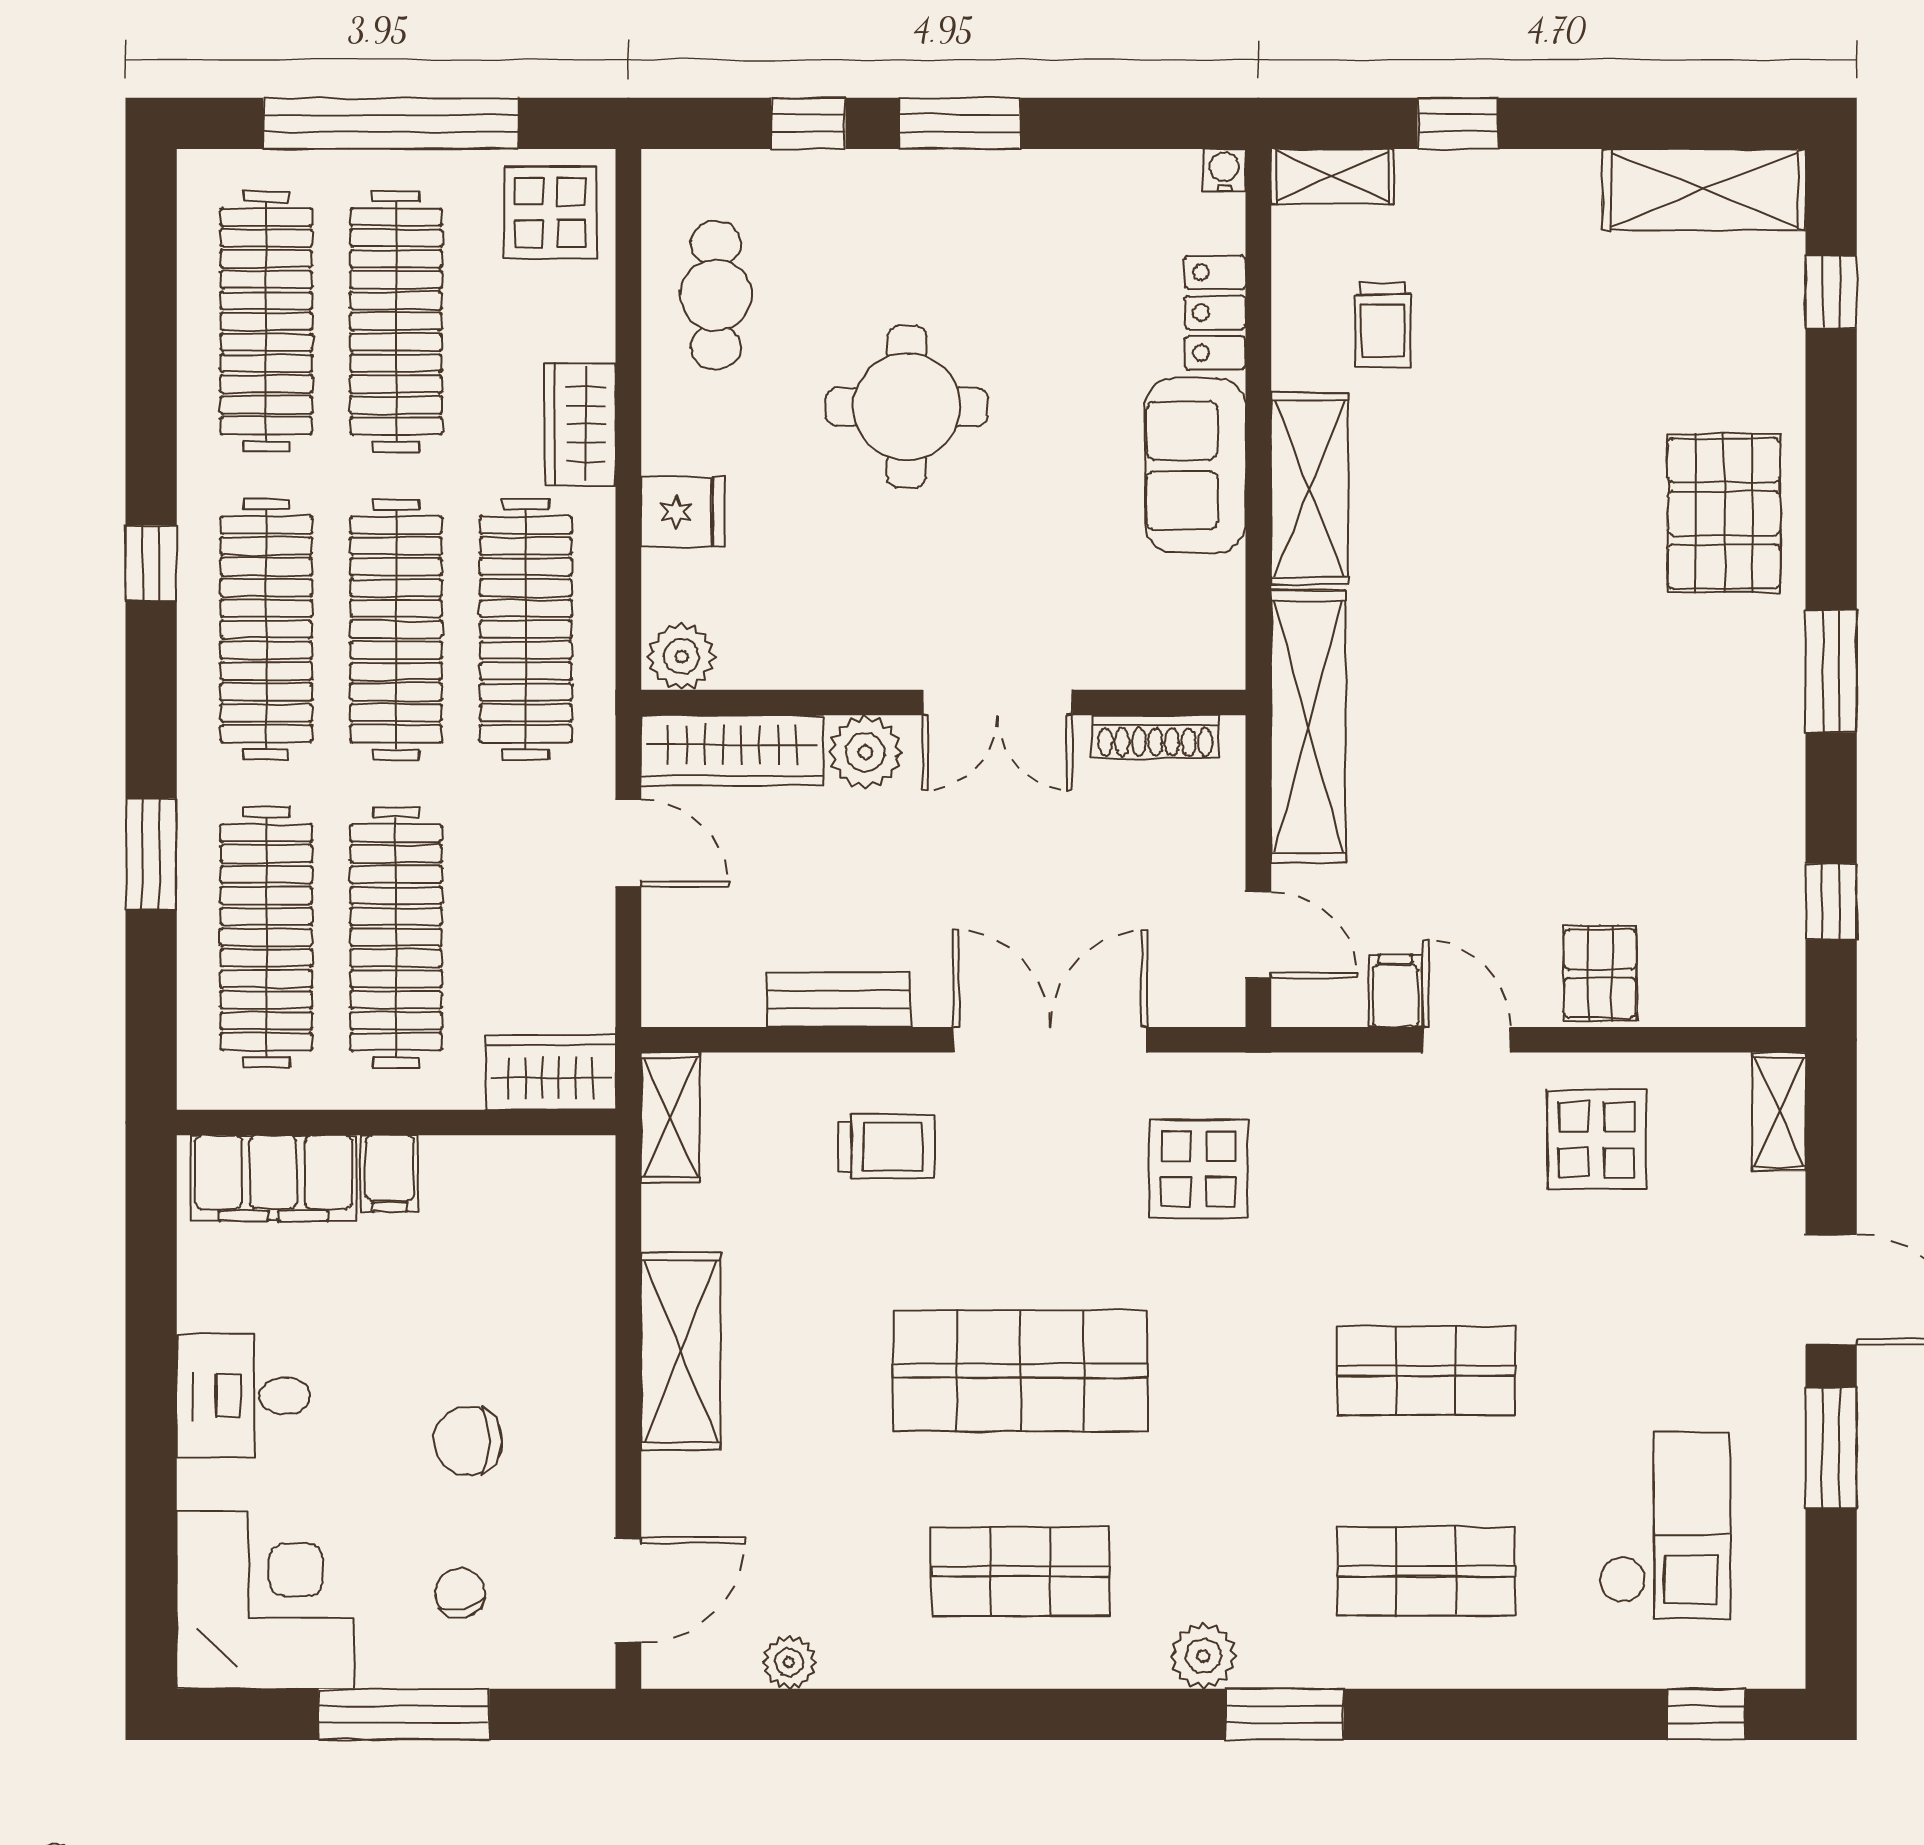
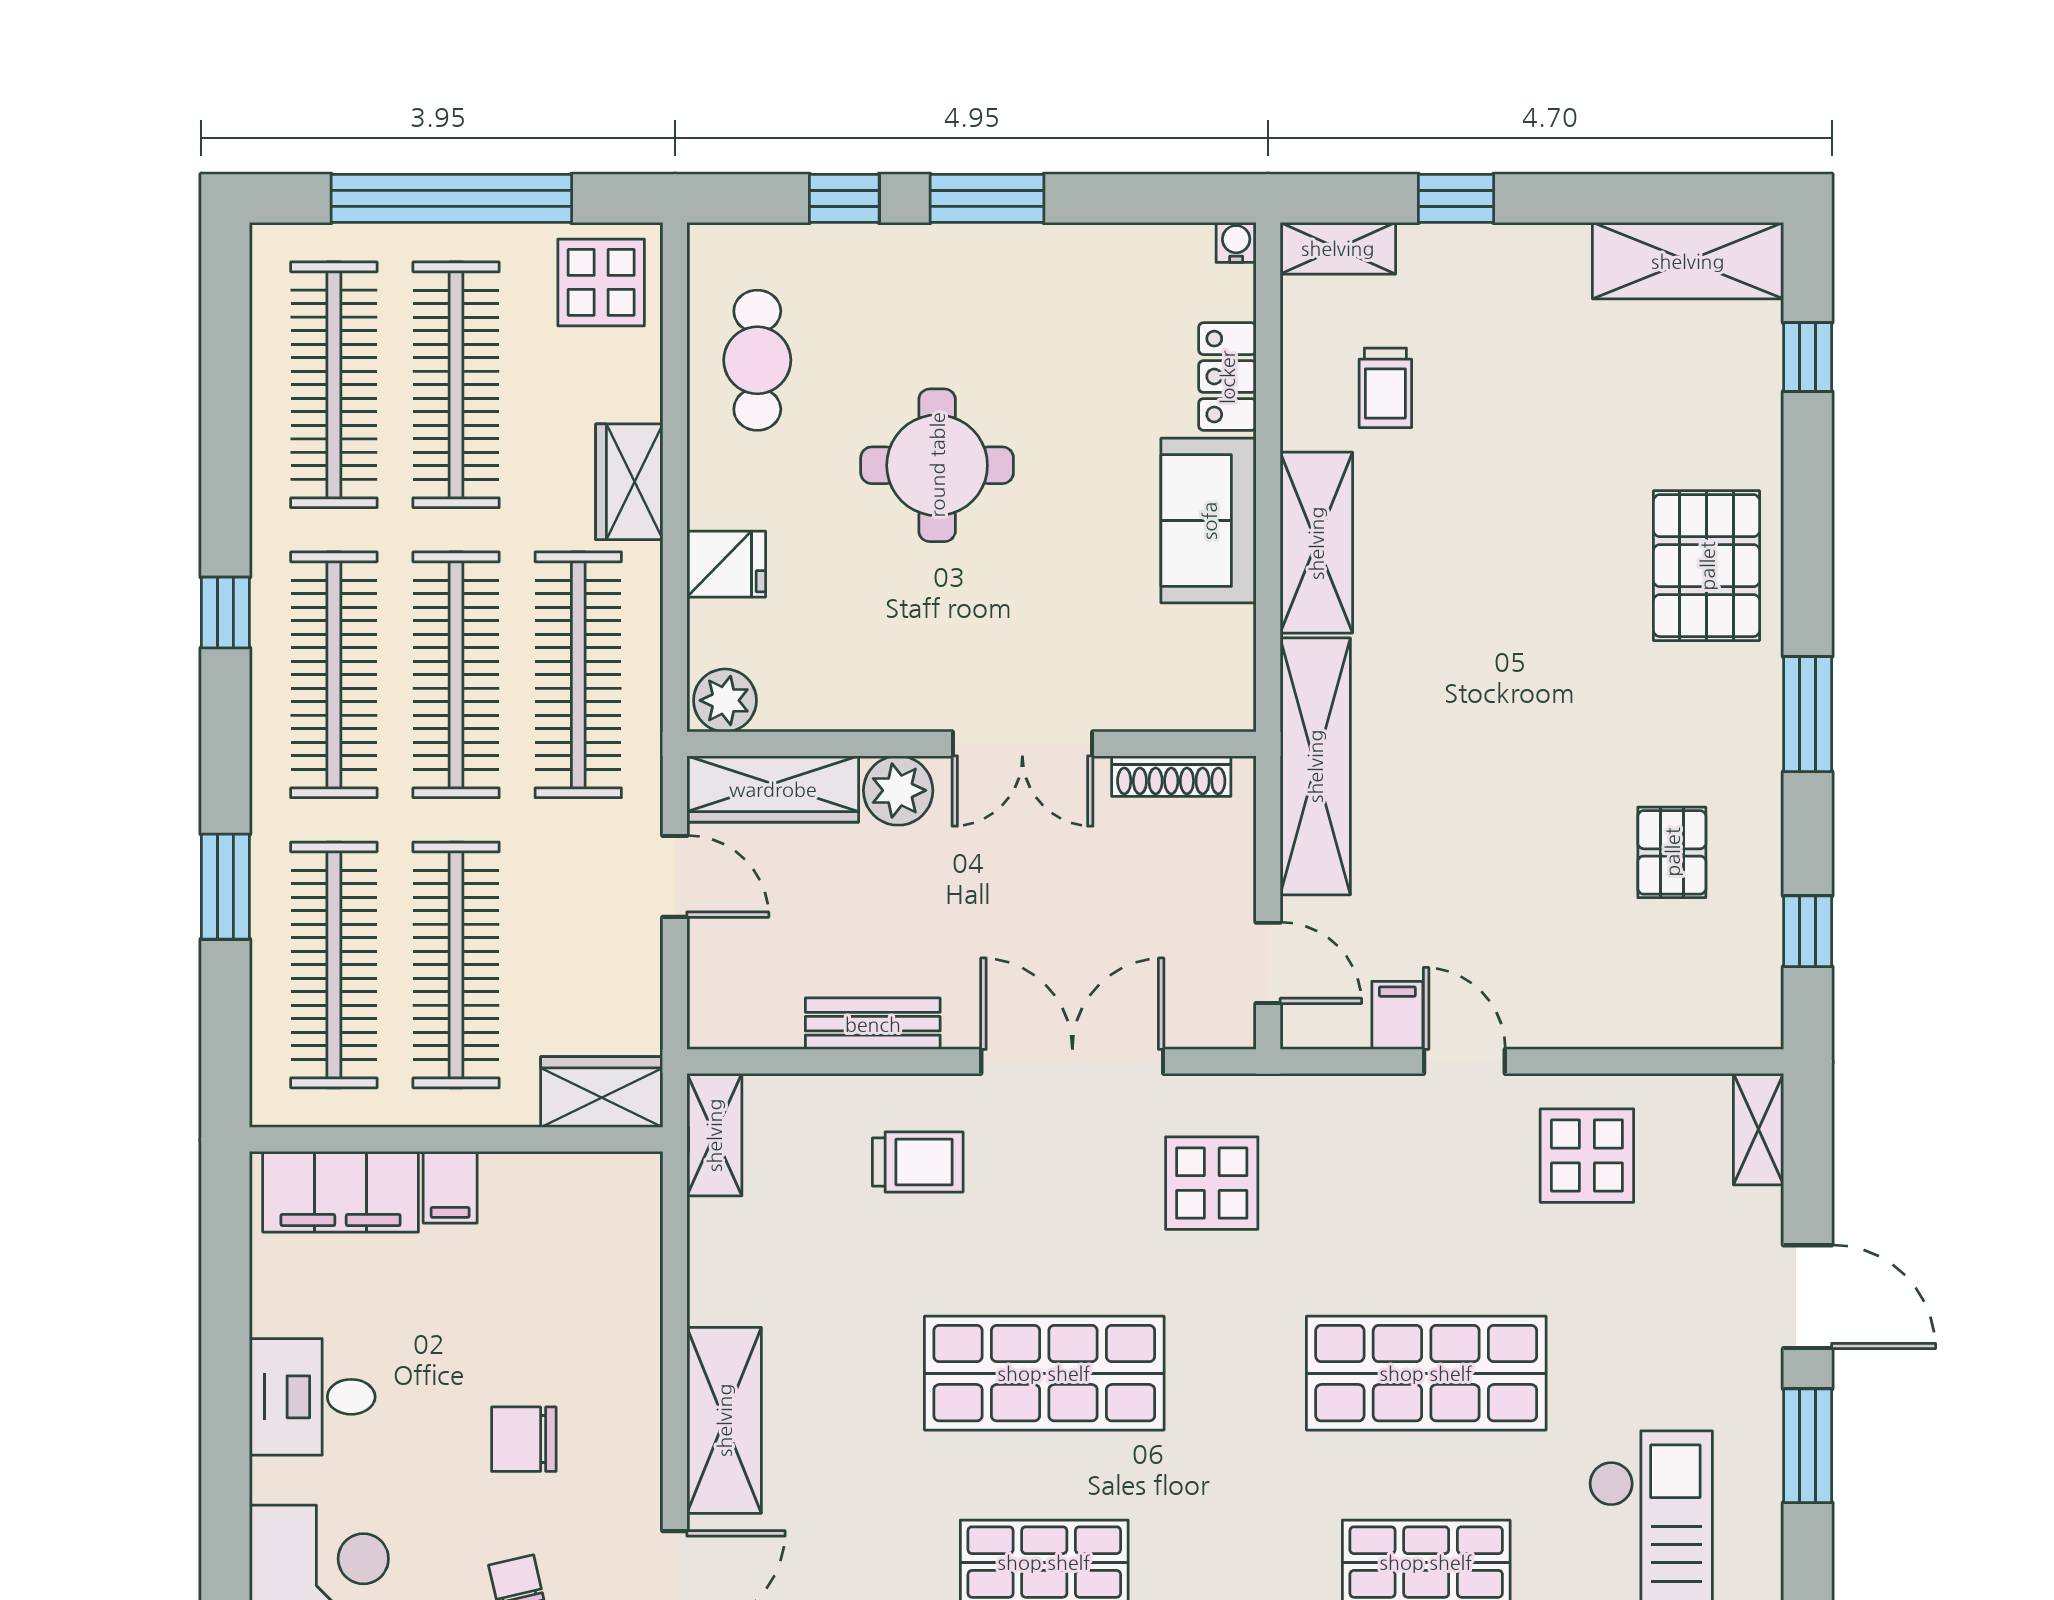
pallet: (1600, 973) -> (1672, 852), moved
shelving: (681, 1351) -> (724, 1420), moved
shop shelf: (1426, 1371) -> (1426, 1373), width x1.43, depth x1.36

